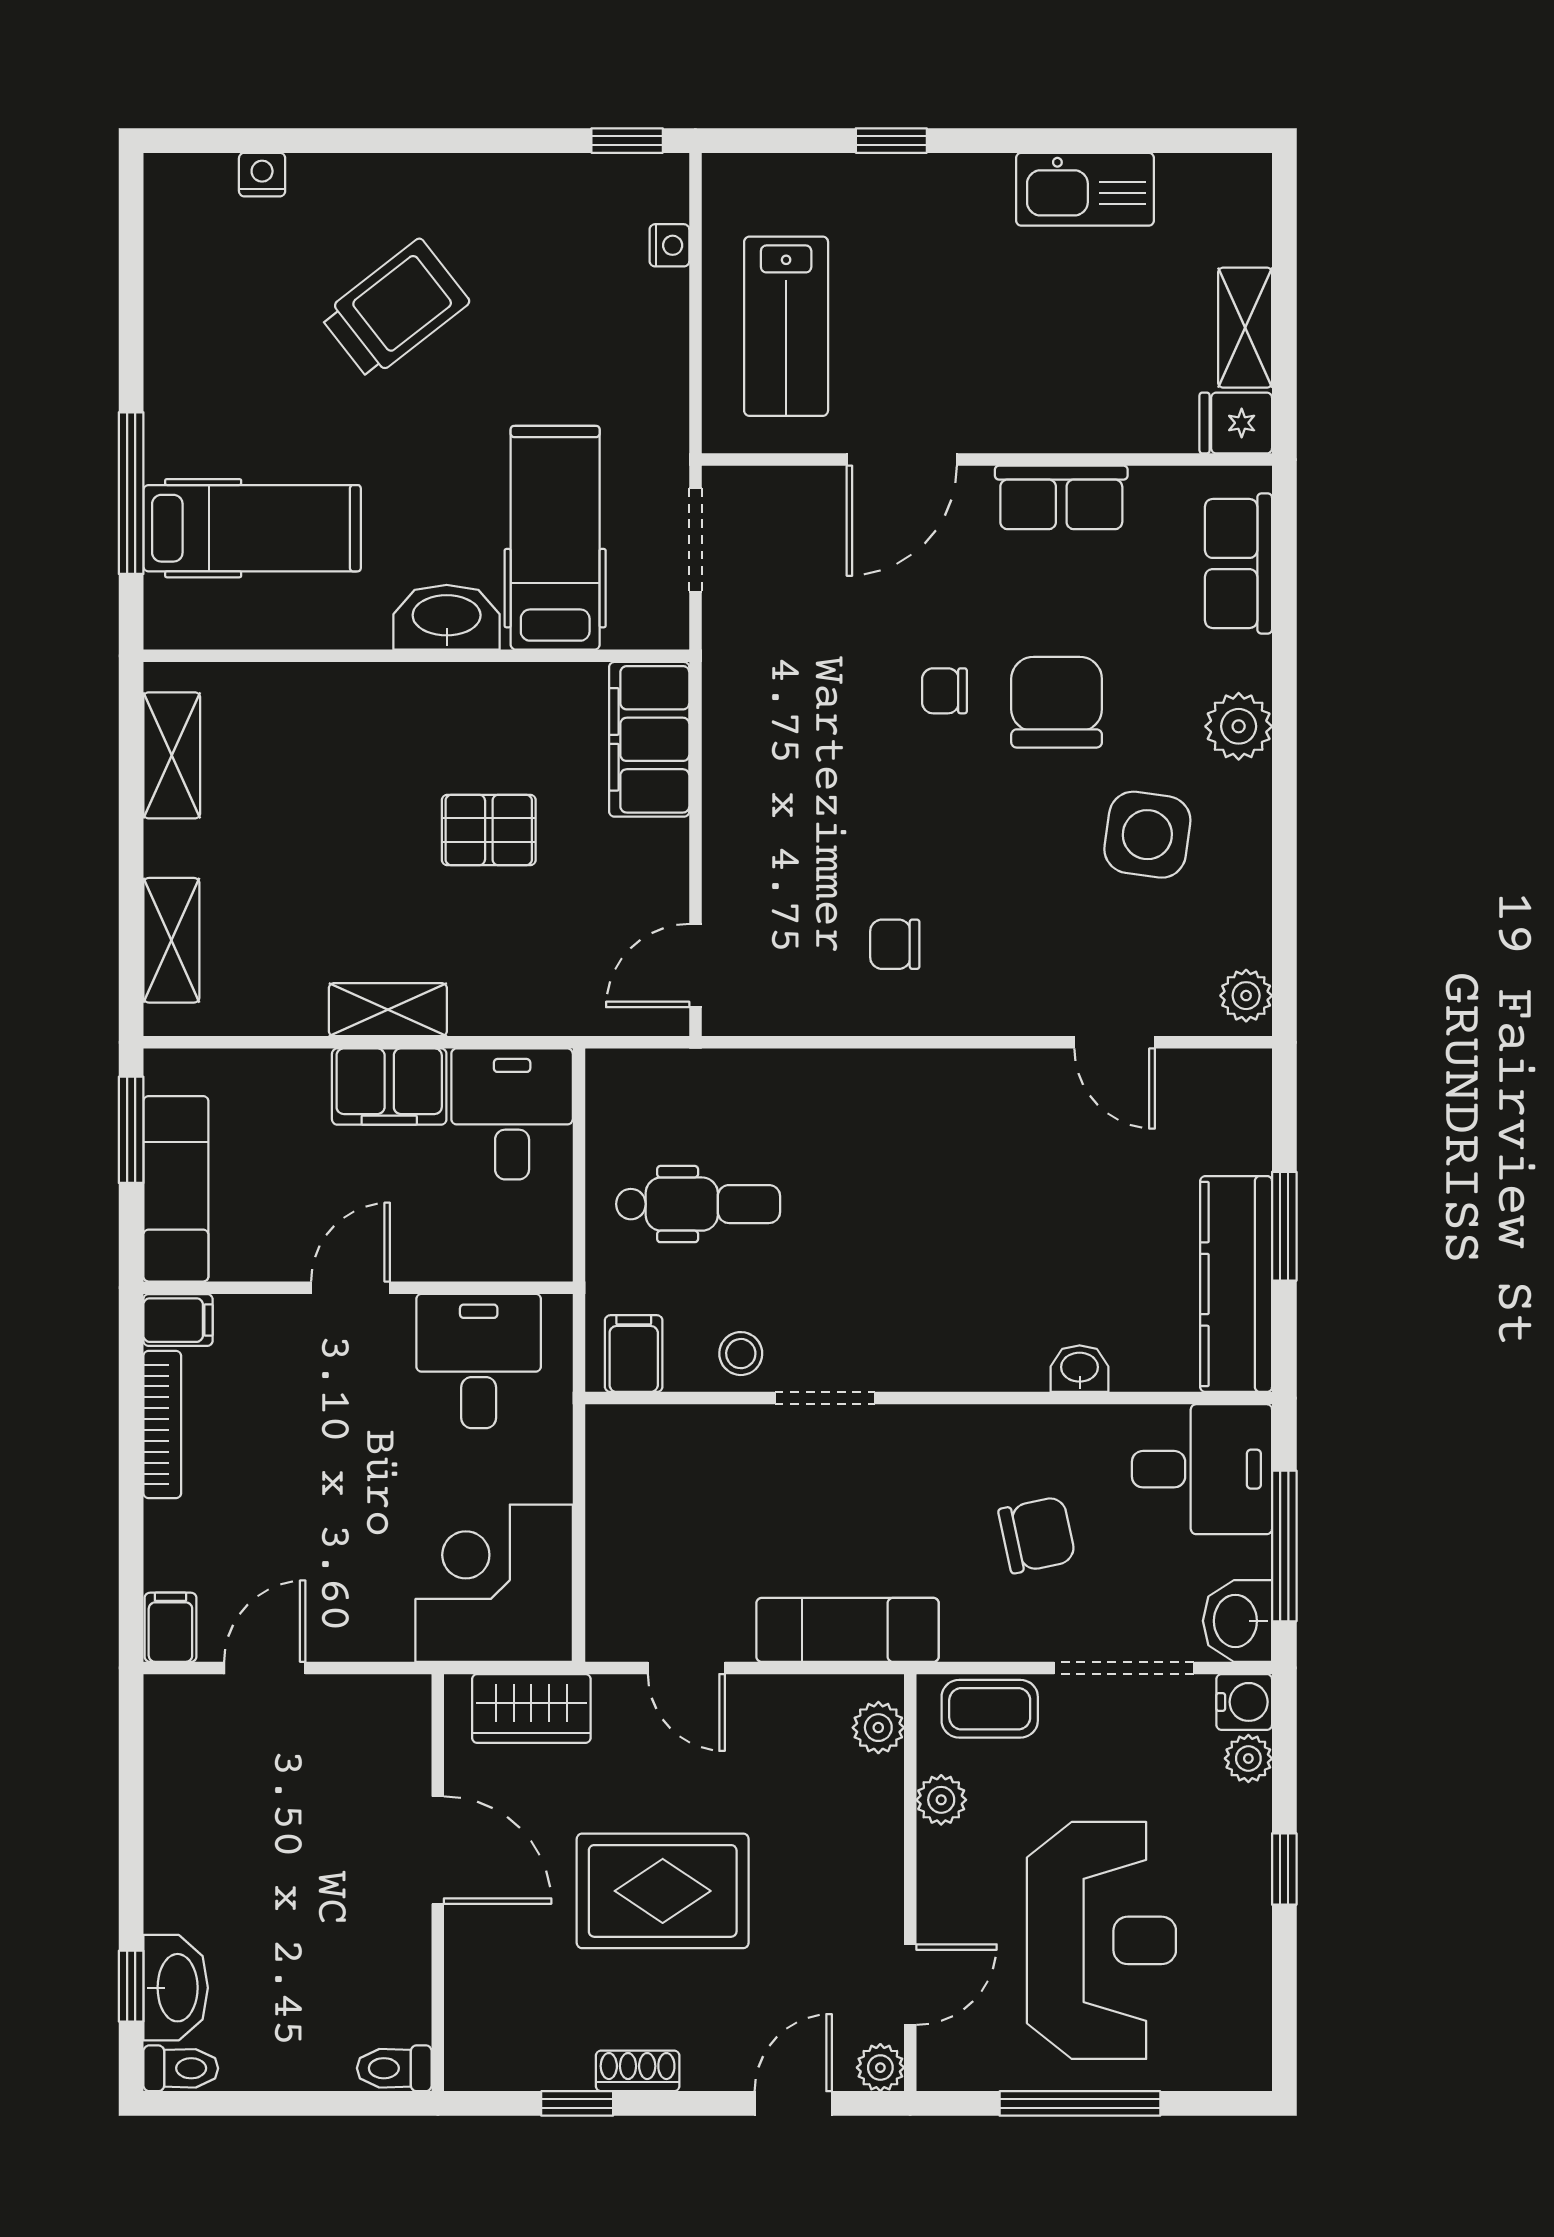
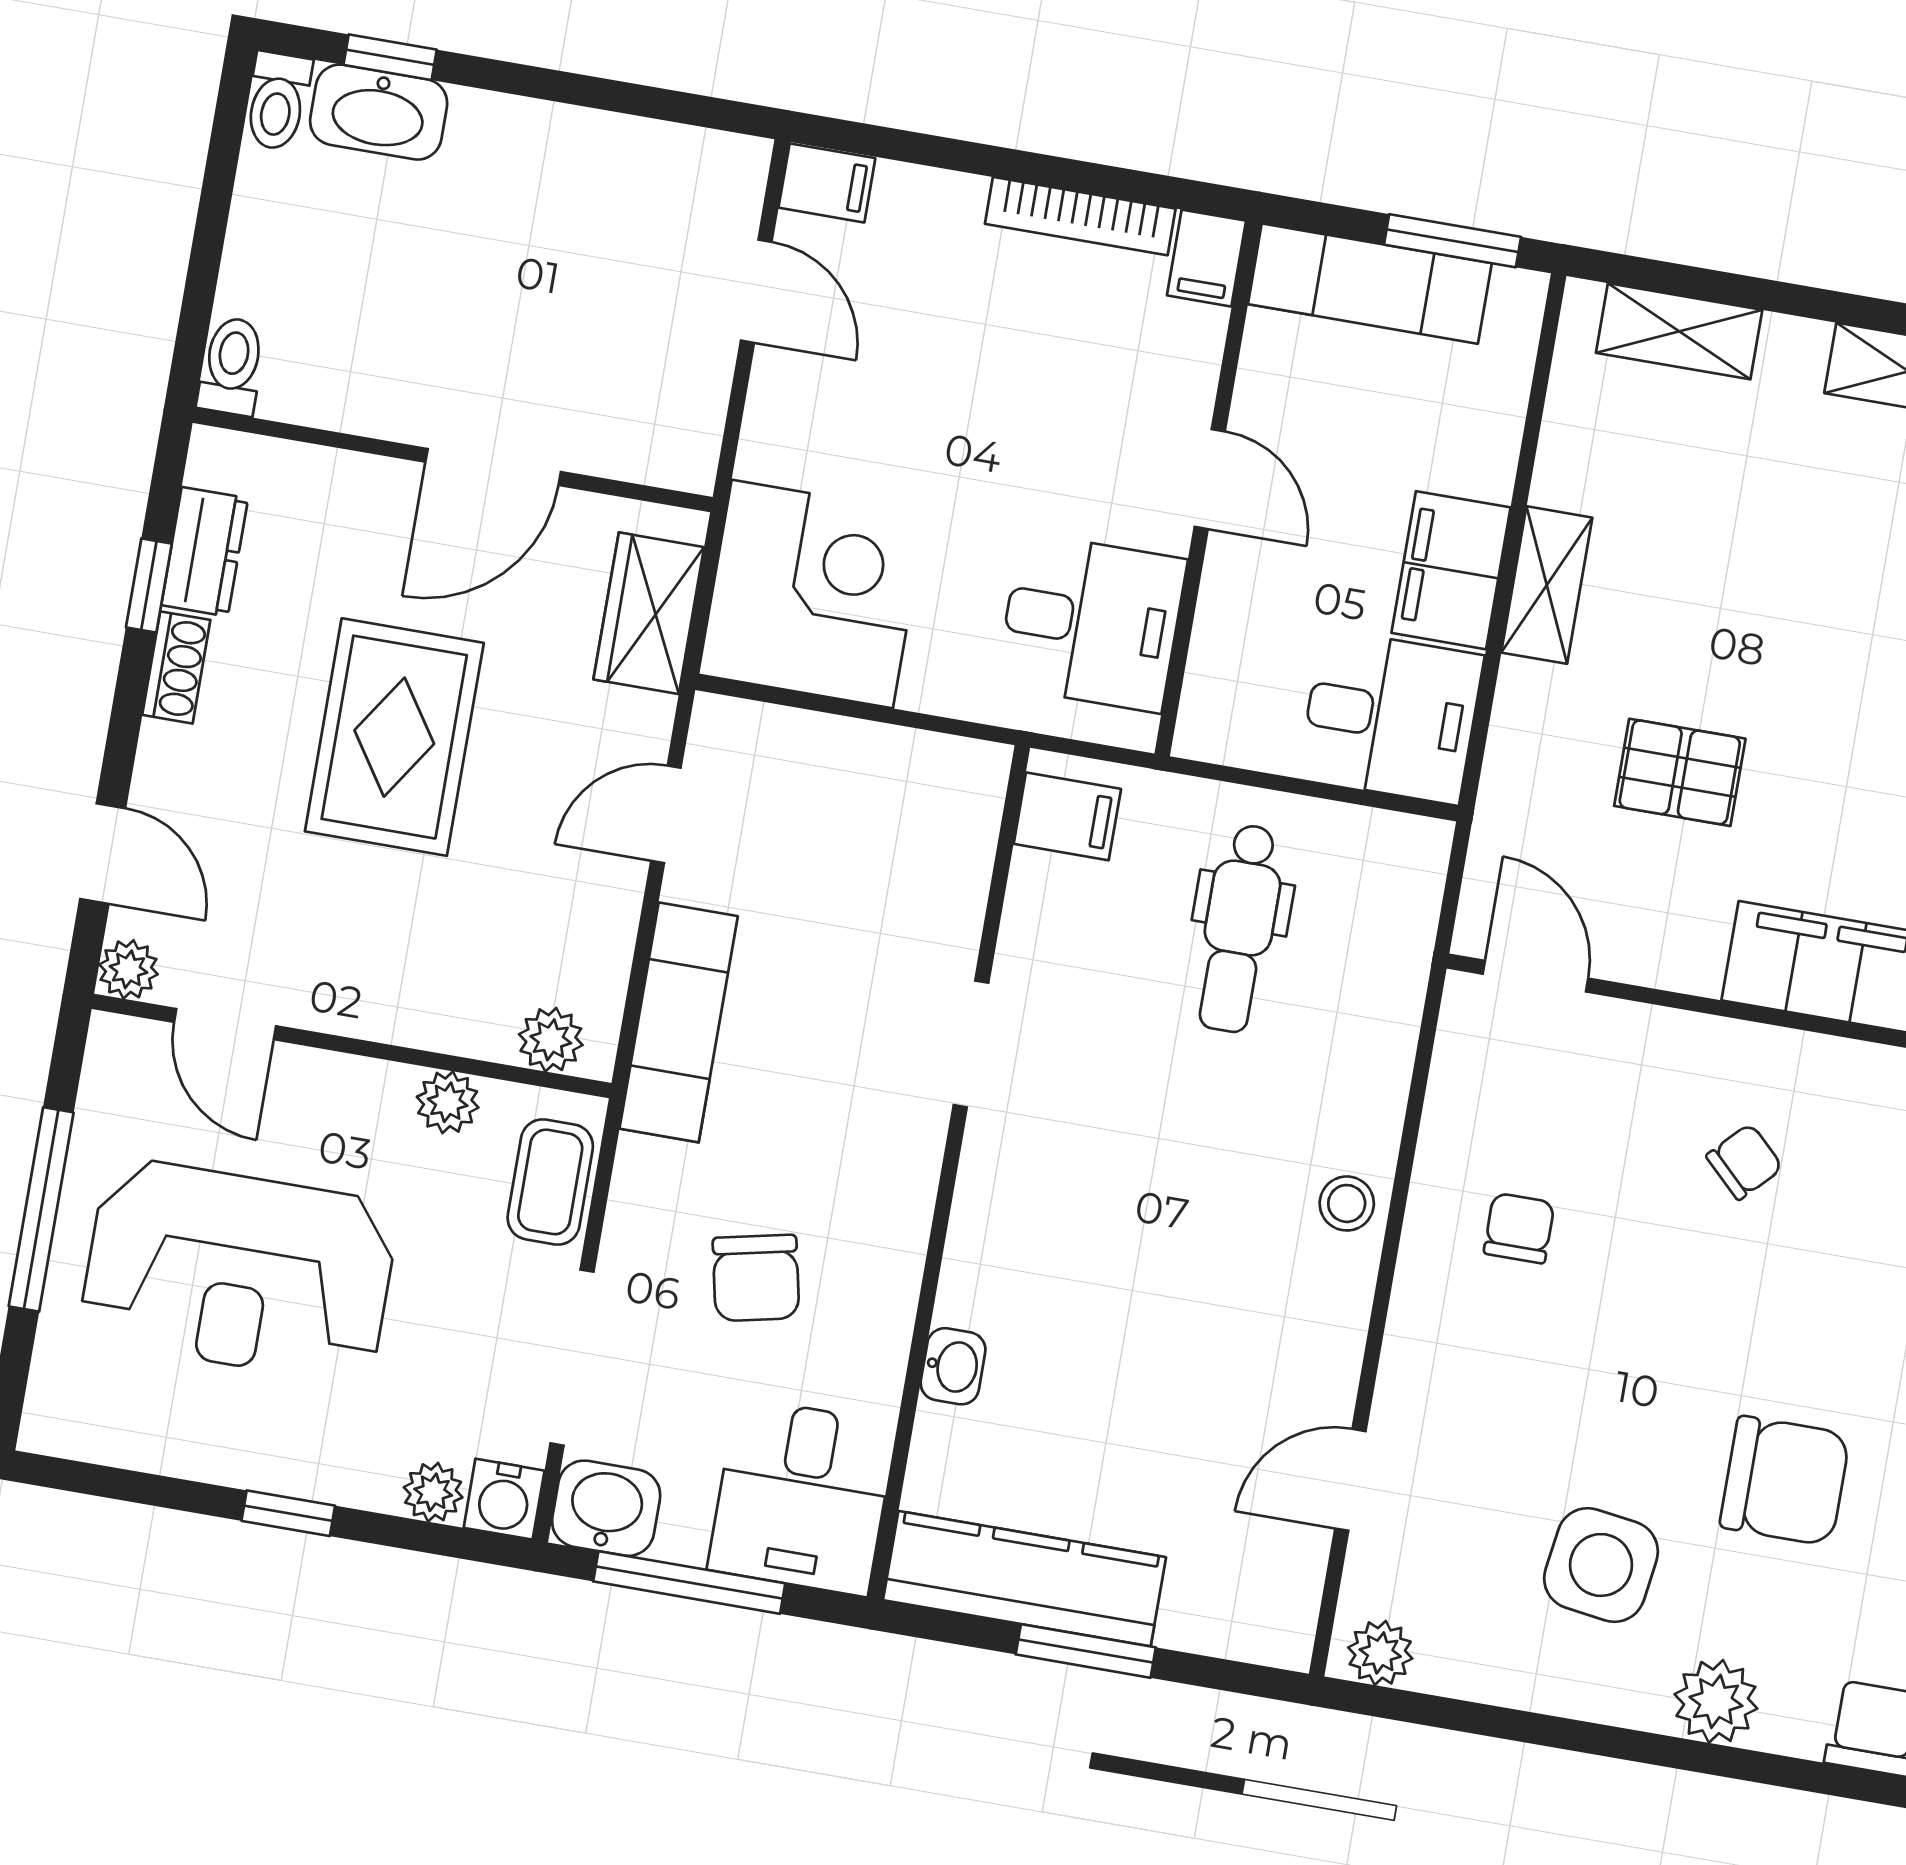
chair: (945, 691) -> (1744, 1162), moved, turned 44
pallet: (489, 830) -> (1680, 772), moved, turned 90
stool: (741, 1354) -> (1347, 1203), moved
dresser: (543, 2064) -> (205, 552), added

